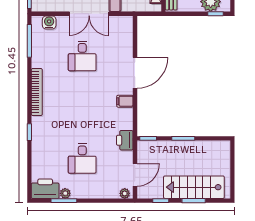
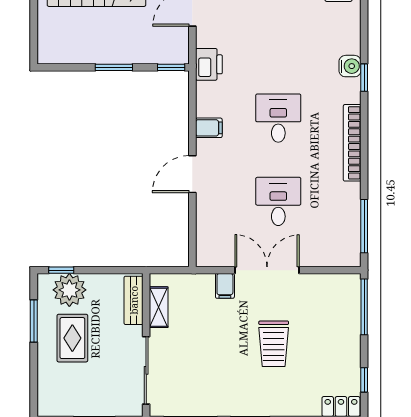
water cooler: (49, 22) -> (350, 66), moved, turned -90
door: (135, 73) -> (192, 174), width x0.73
desk: (82, 158) -> (278, 118), moved

